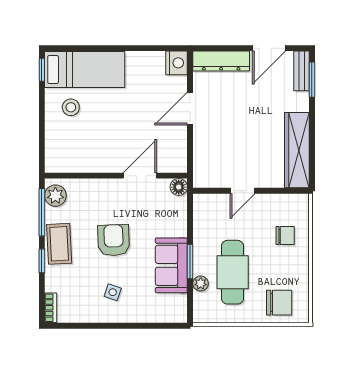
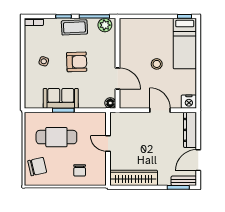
door: (269, 48) -> (198, 160), hinge flipped
stool: (71, 107) -> (157, 64), moved
plant: (201, 284) -> (49, 117), removed
chair: (279, 303) -> (37, 167), turned -103

